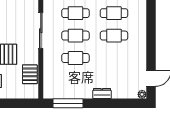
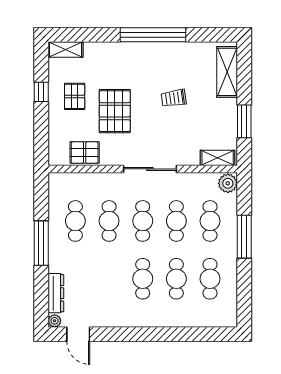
cafe table: (75, 80) -> (75, 221), added
dresser: (102, 94) -> (56, 293), moved, width x1.44
window: (68, 103) -> (41, 243), moved

